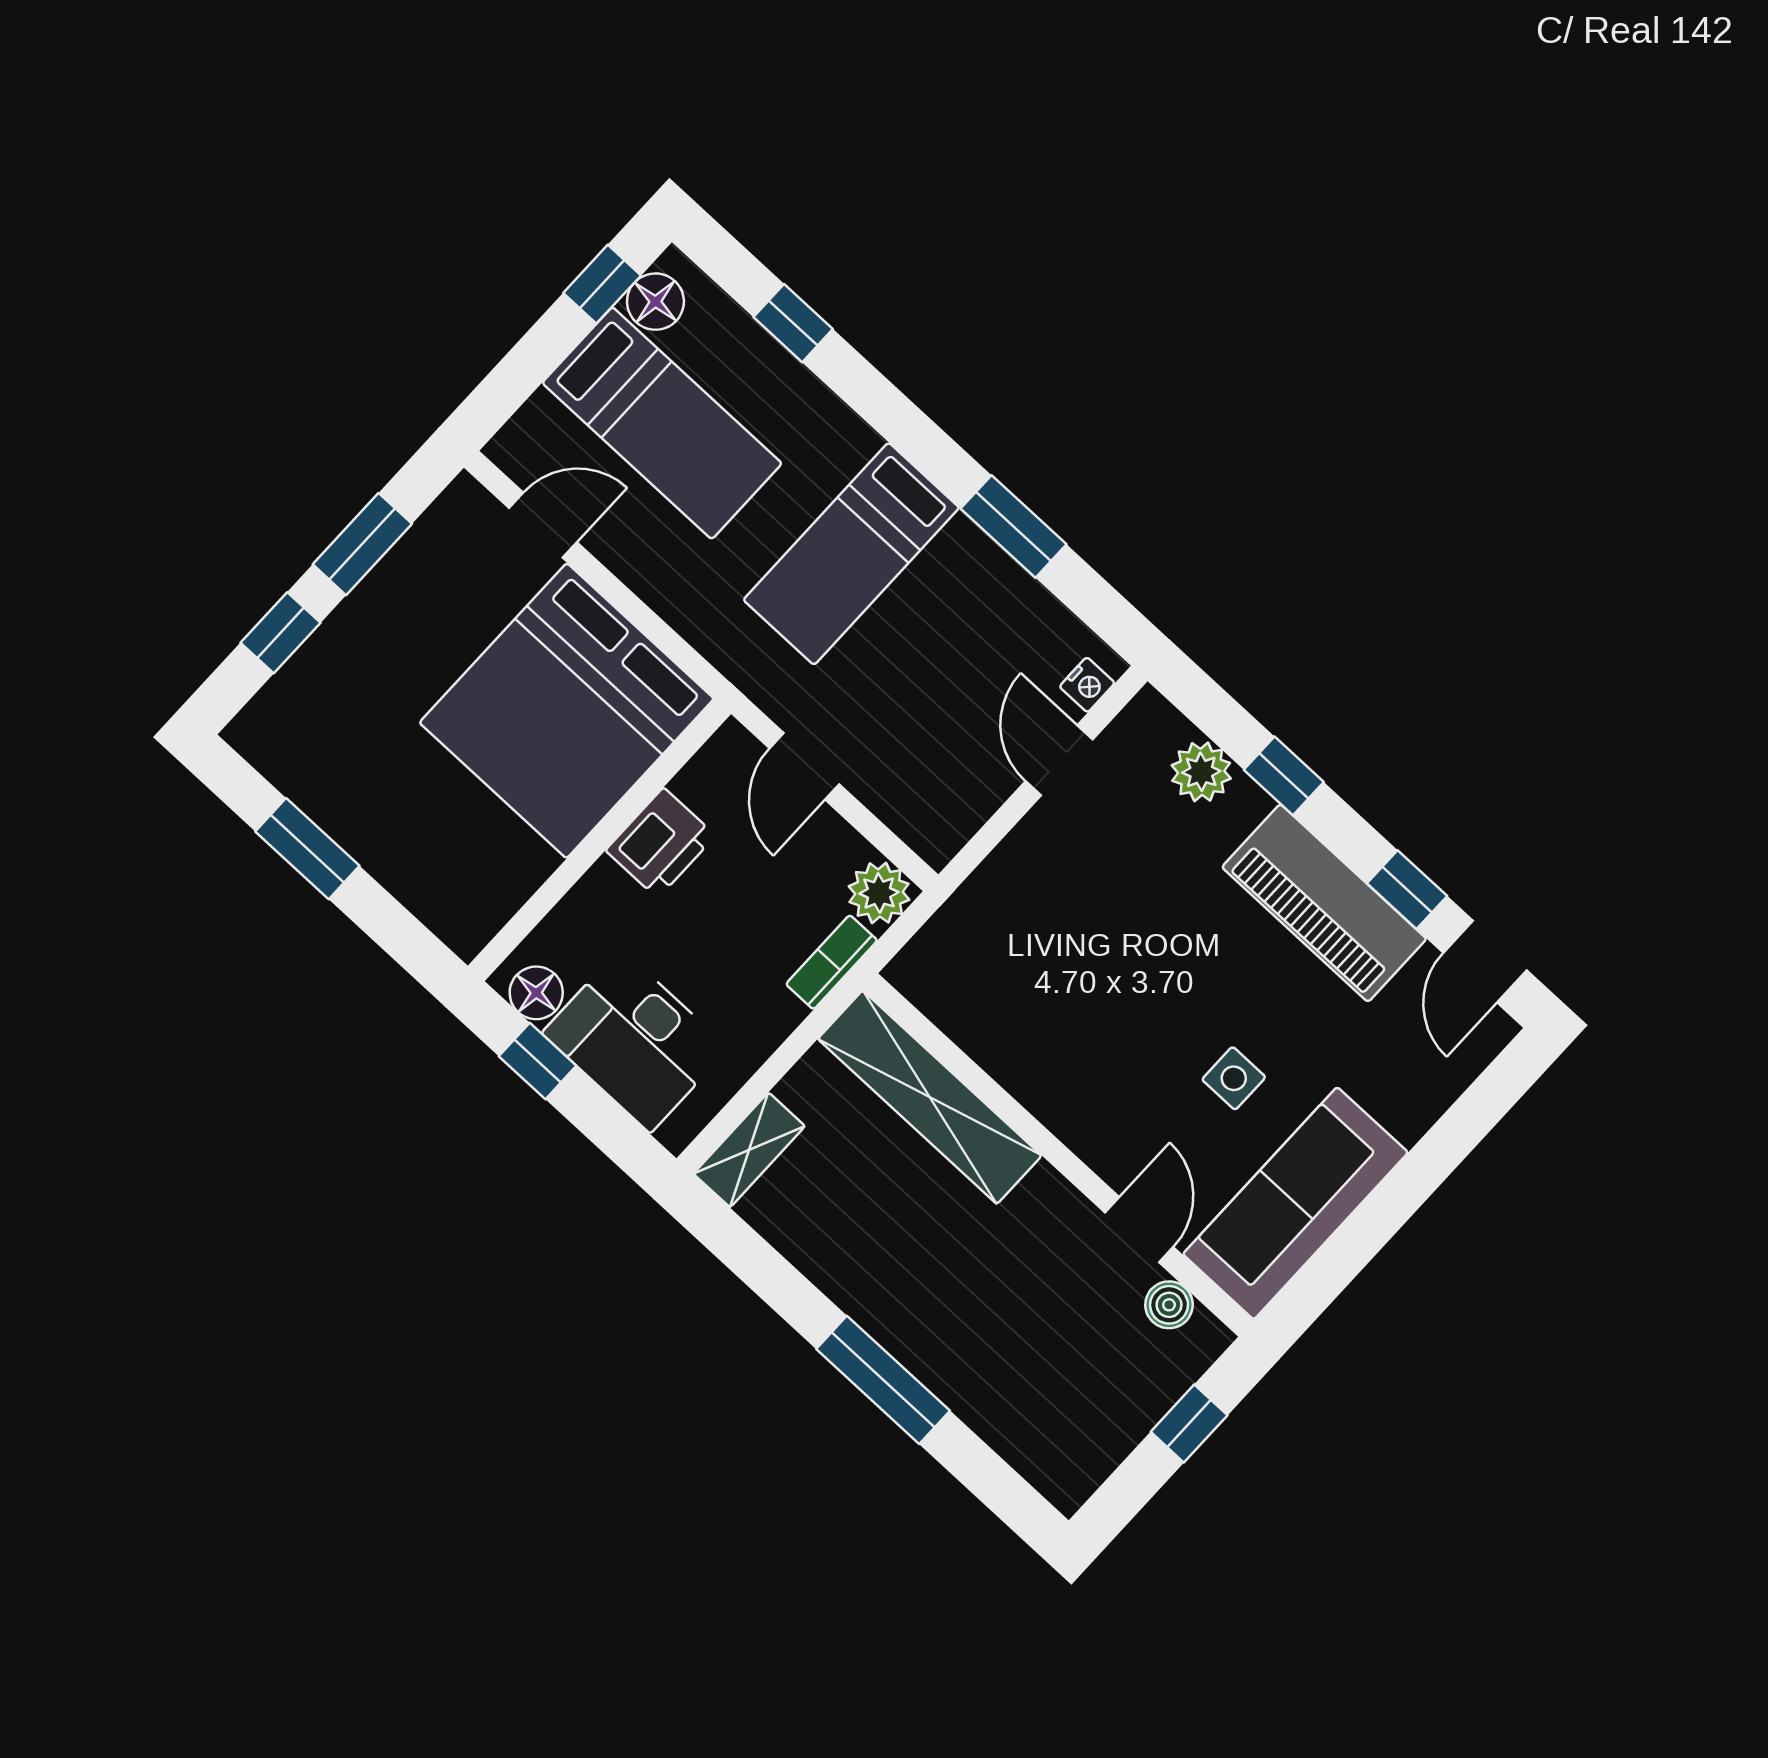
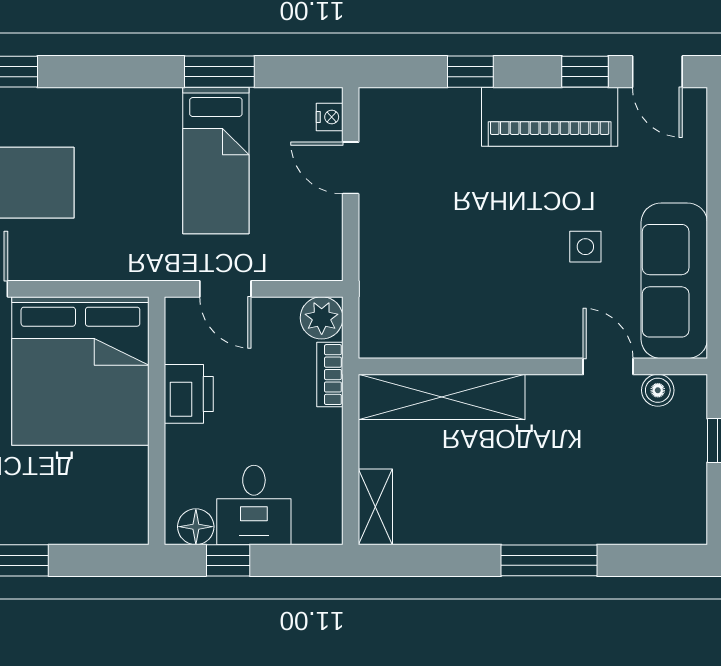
bed: (851, 554) -> (216, 161), moved
plant: (1201, 772) -> (427, 108), removed
desk: (635, 1041) -> (254, 505), width x0.73

